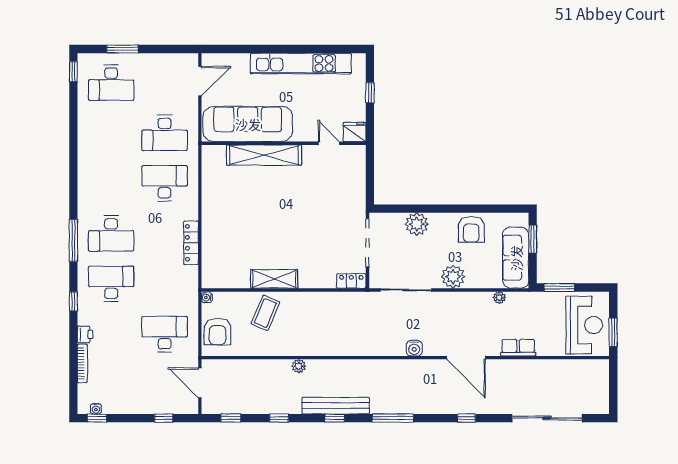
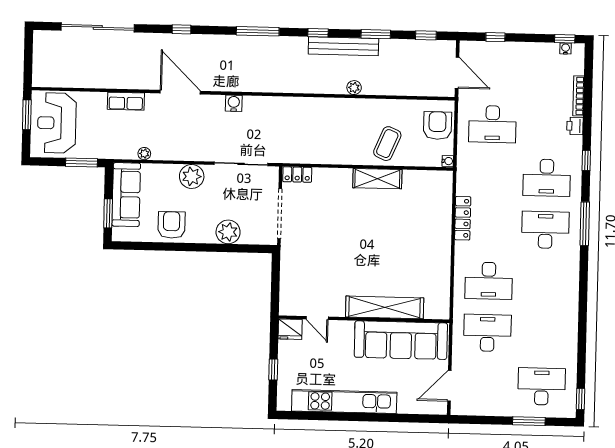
bench: (336, 406) -> (343, 46), moved
window: (279, 418) -> (376, 34), width x1.50

